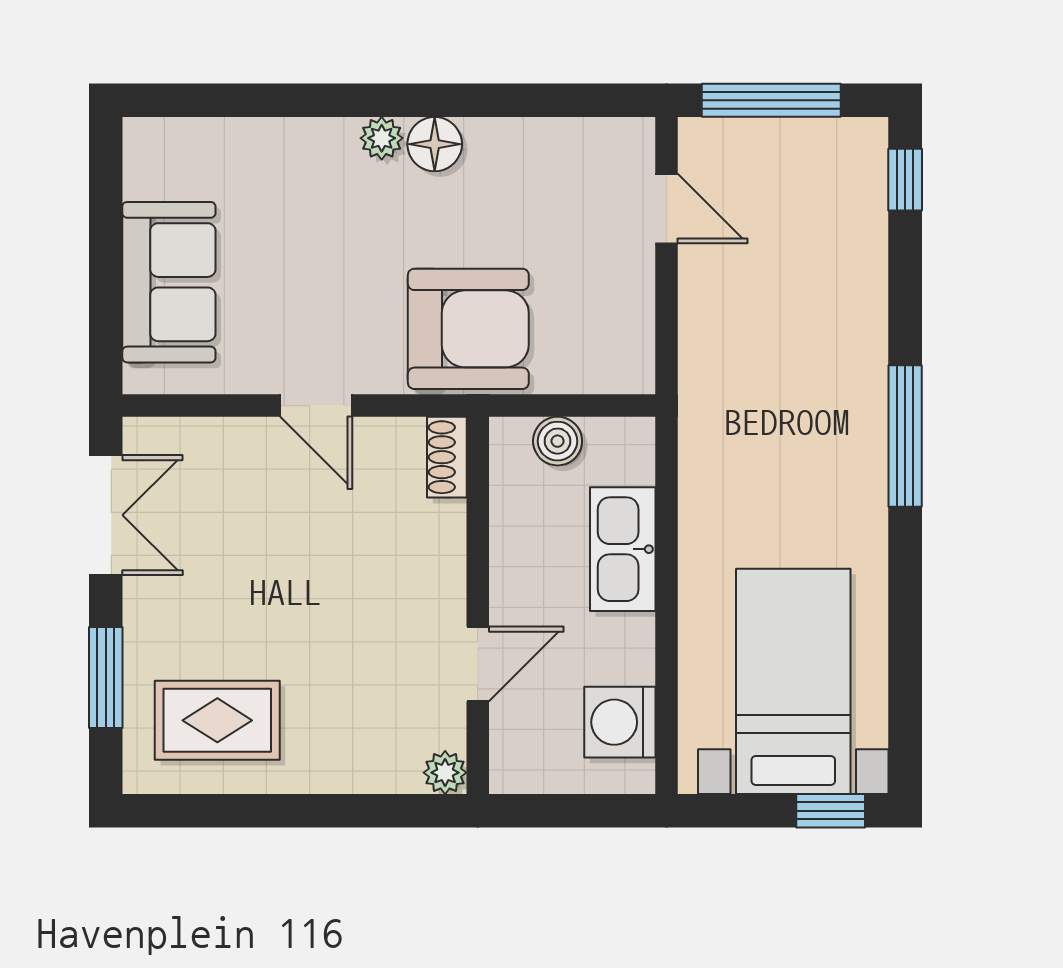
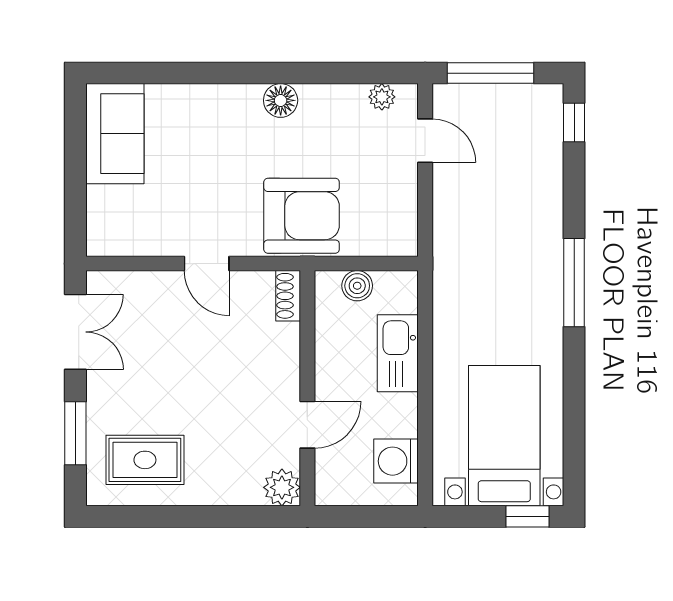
plant: (382, 138) -> (382, 97), moved
sofa: (169, 282) -> (115, 134), moved
plant: (445, 773) -> (282, 487), width x1.38, depth x1.38

